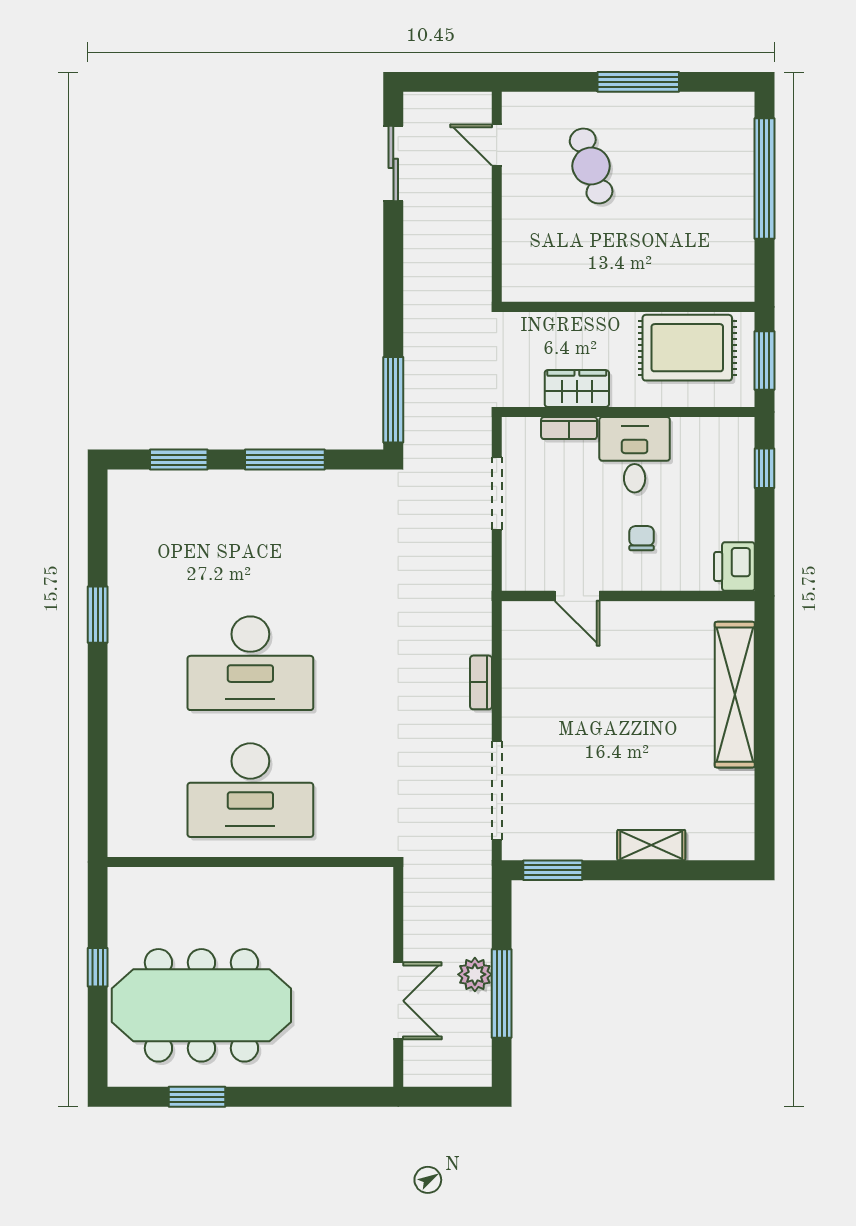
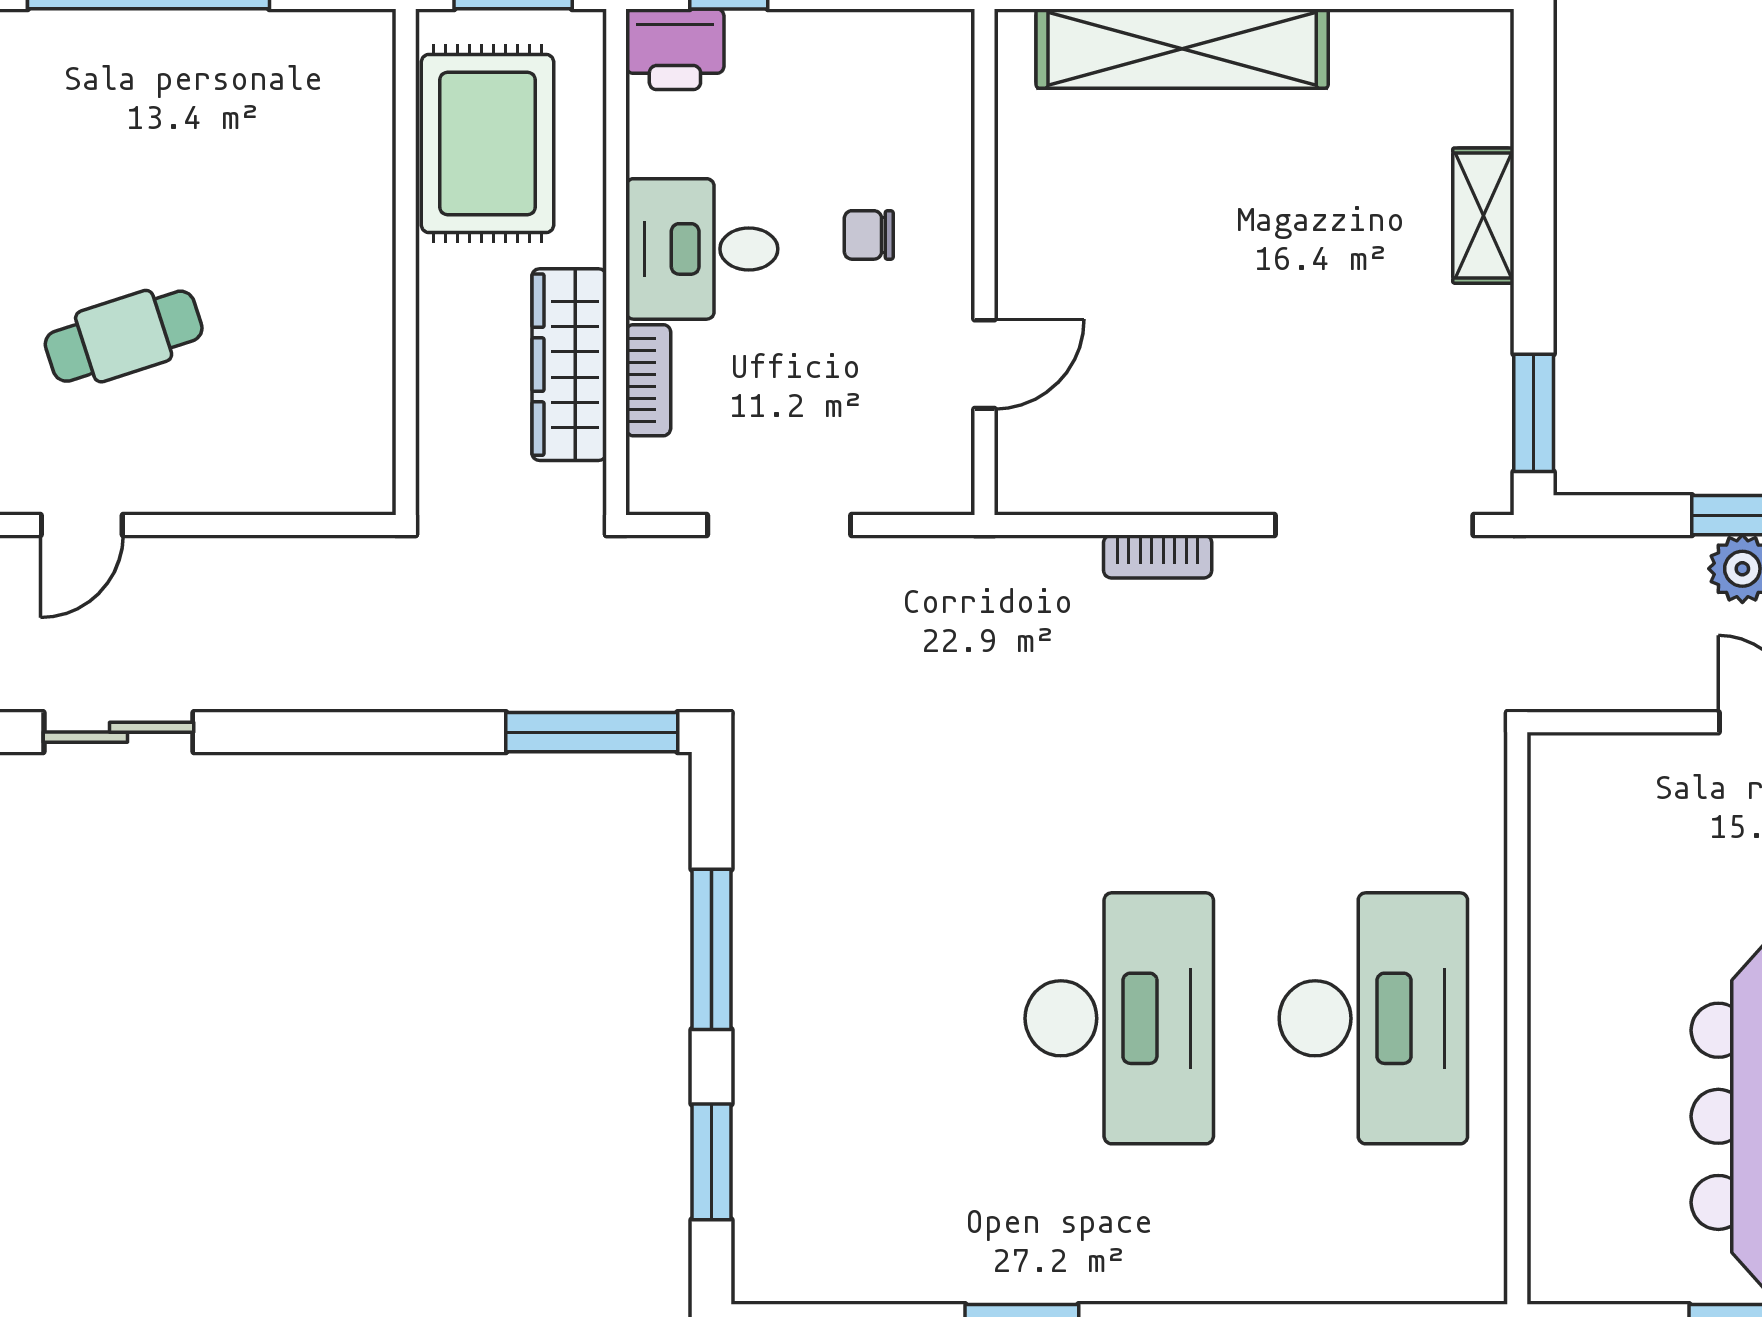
wardrobe: (577, 389) -> (569, 365), width x1.50
printer: (734, 567) -> (675, 49), moved

